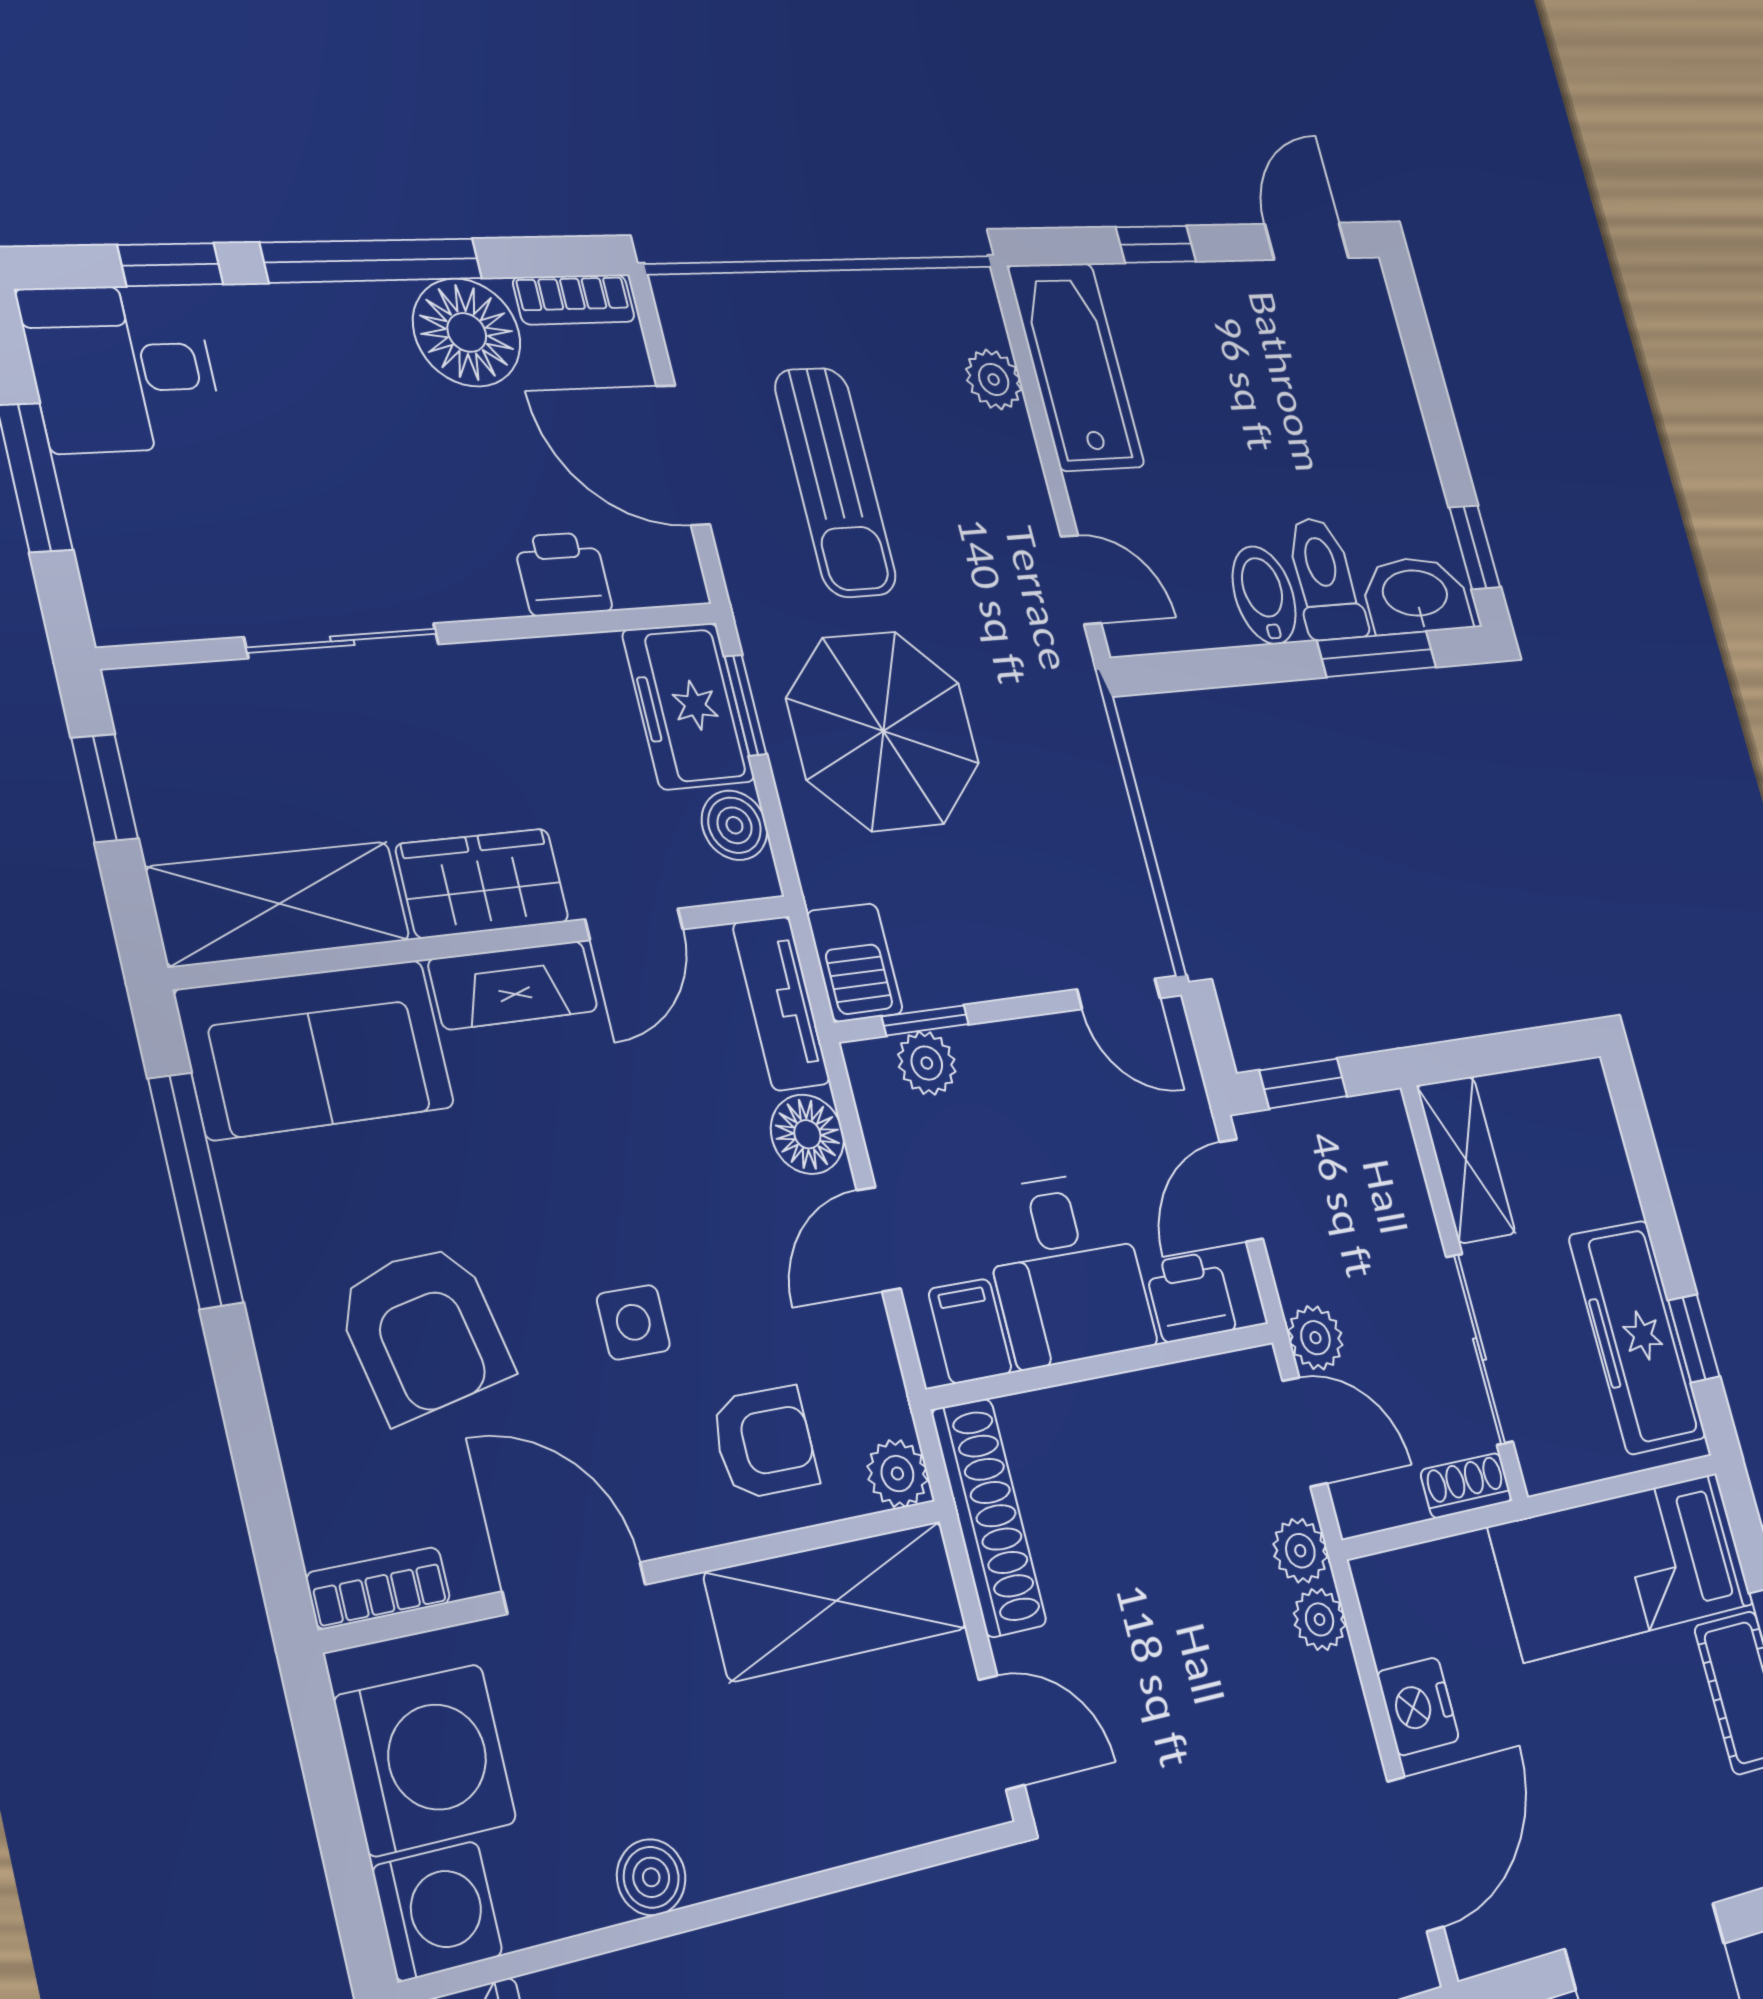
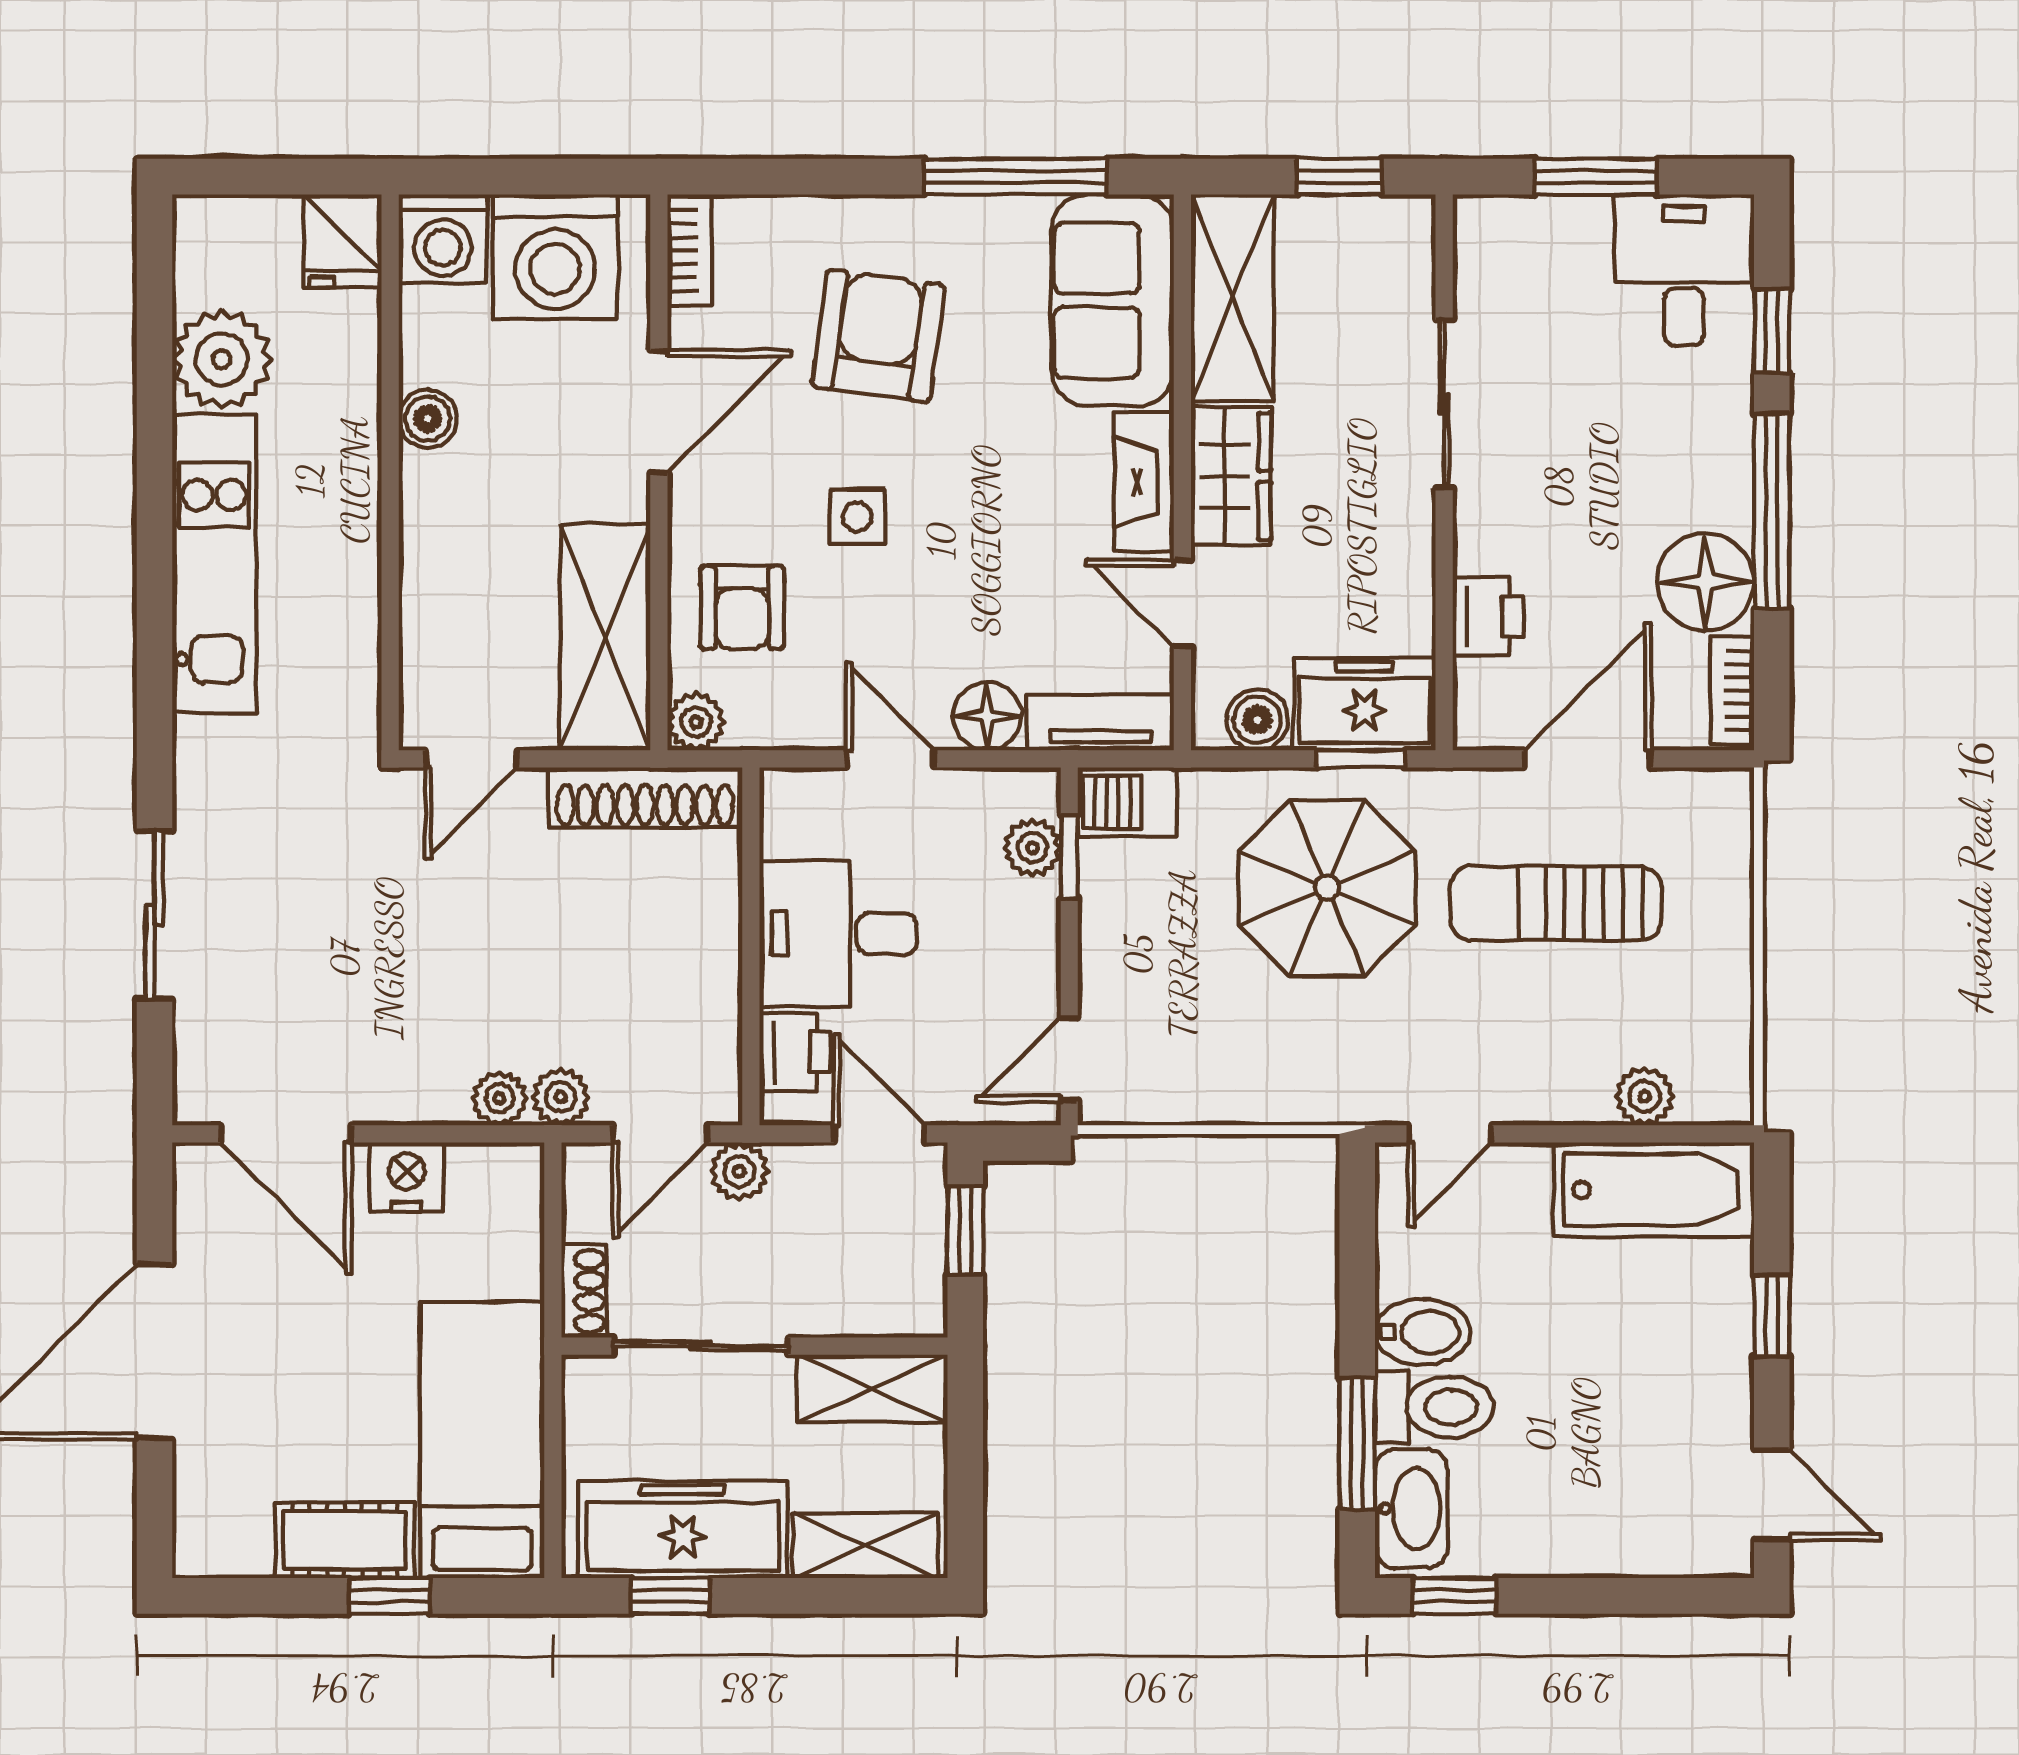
shelving: (1598, 1144) -> (865, 1546), added
armchair: (424, 1331) -> (878, 336), turned 110
filing cabinet: (970, 1331) -> (801, 824), removed

